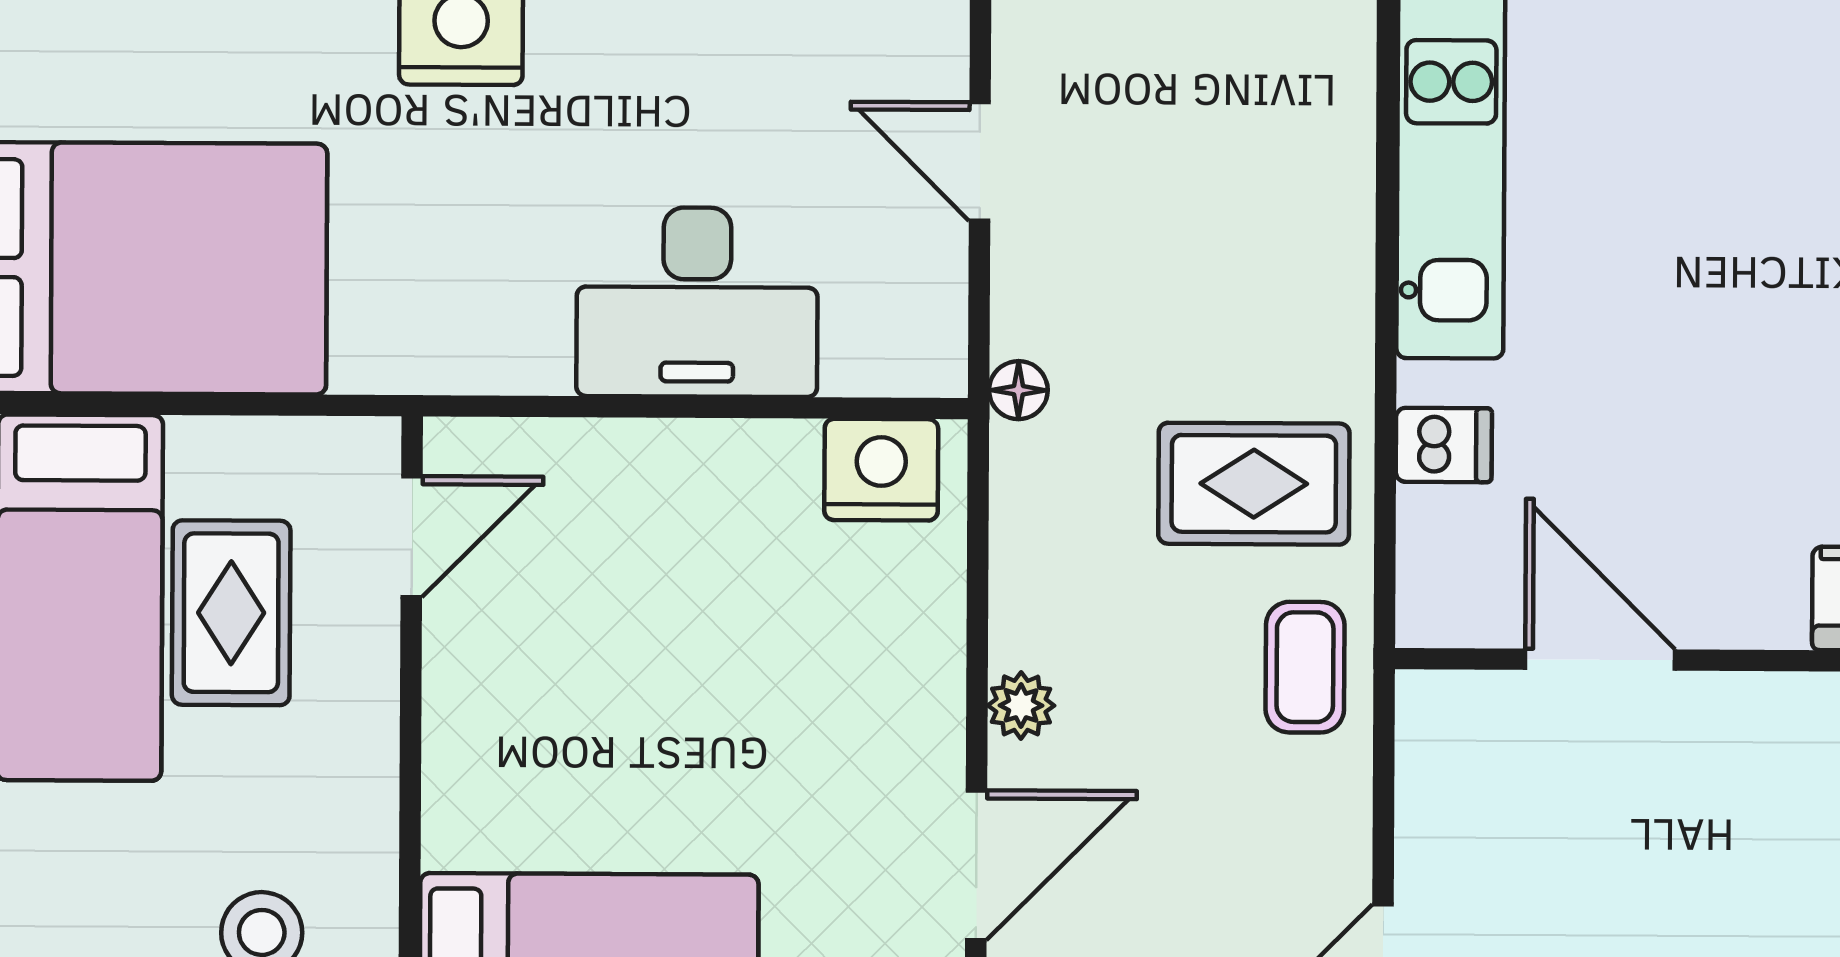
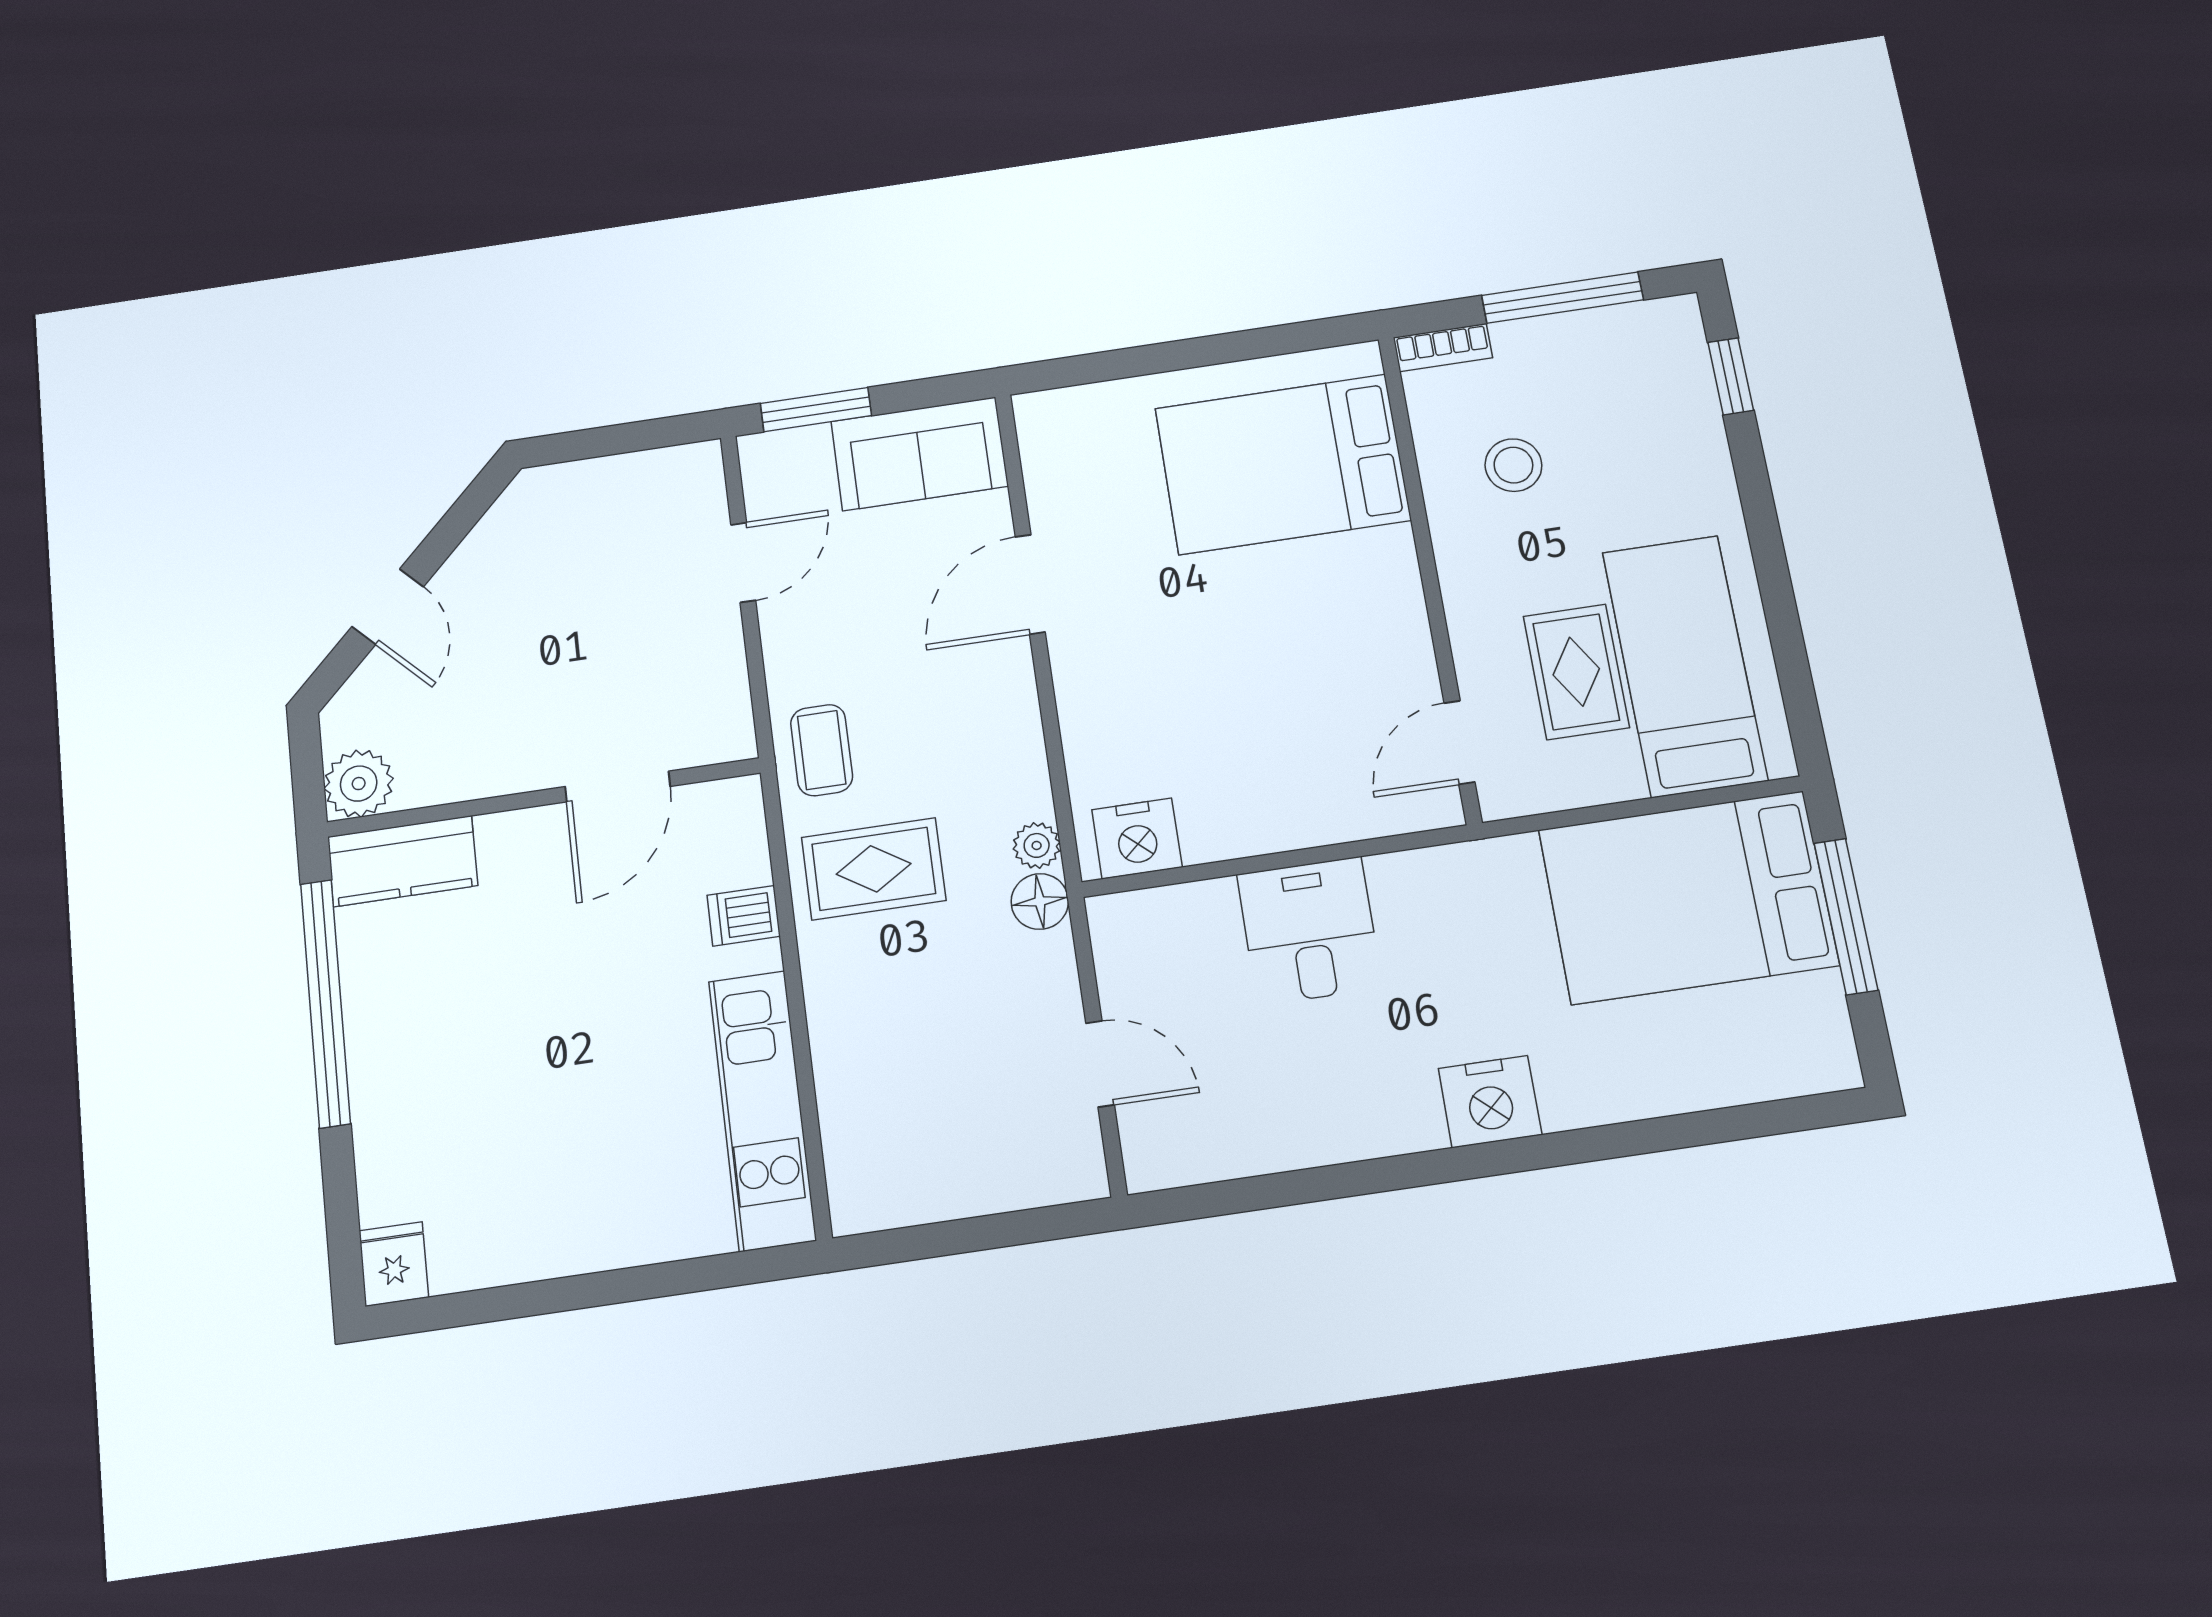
desk: (697, 302) -> (1309, 931), width x0.73
floor lamp: (1018, 390) -> (1040, 901), width x1.37, depth x1.37
door: (1600, 660) -> (618, 787), hinge flipped
plant: (1021, 705) -> (1037, 845), moved

